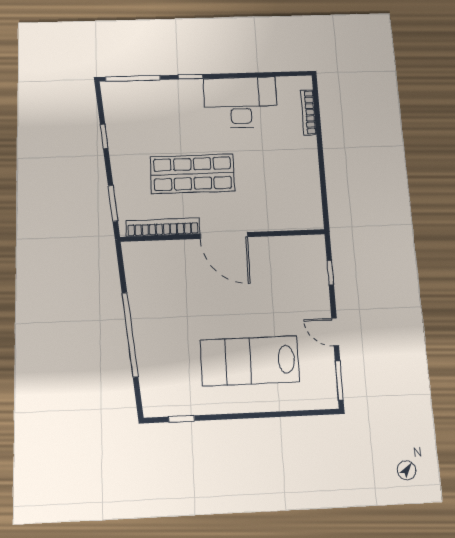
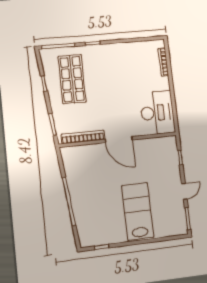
desk: (241, 102) -> (157, 113), moved, turned 90
shop shelf: (192, 174) -> (72, 79), moved, turned 90
door: (335, 332) -> (184, 191), swing flipped
lab bench: (250, 361) -> (138, 211), turned 90

